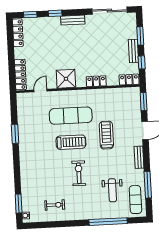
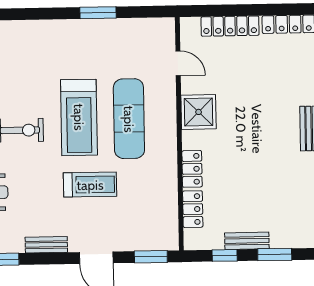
locker: (20, 75) -> (230, 26), moved
locker: (129, 80) -> (193, 209), moved
treadmill: (71, 142) -> (79, 117), width x1.37, depth x1.38

